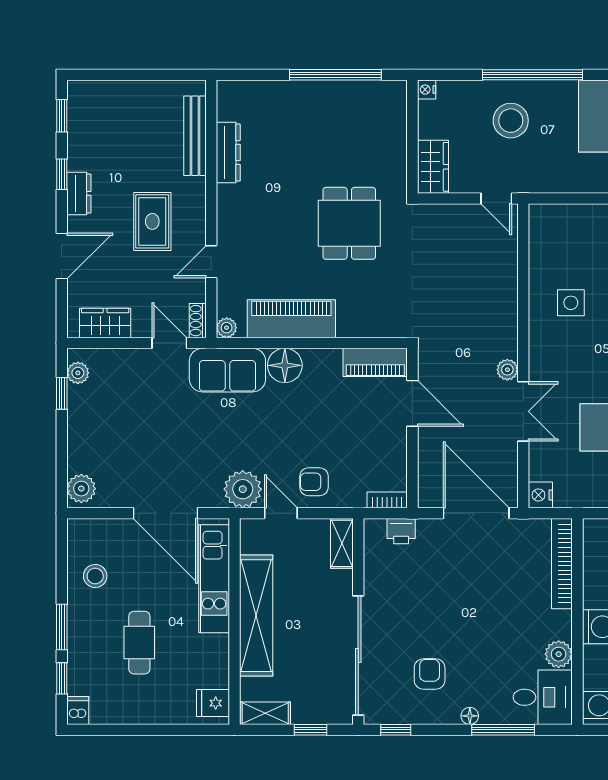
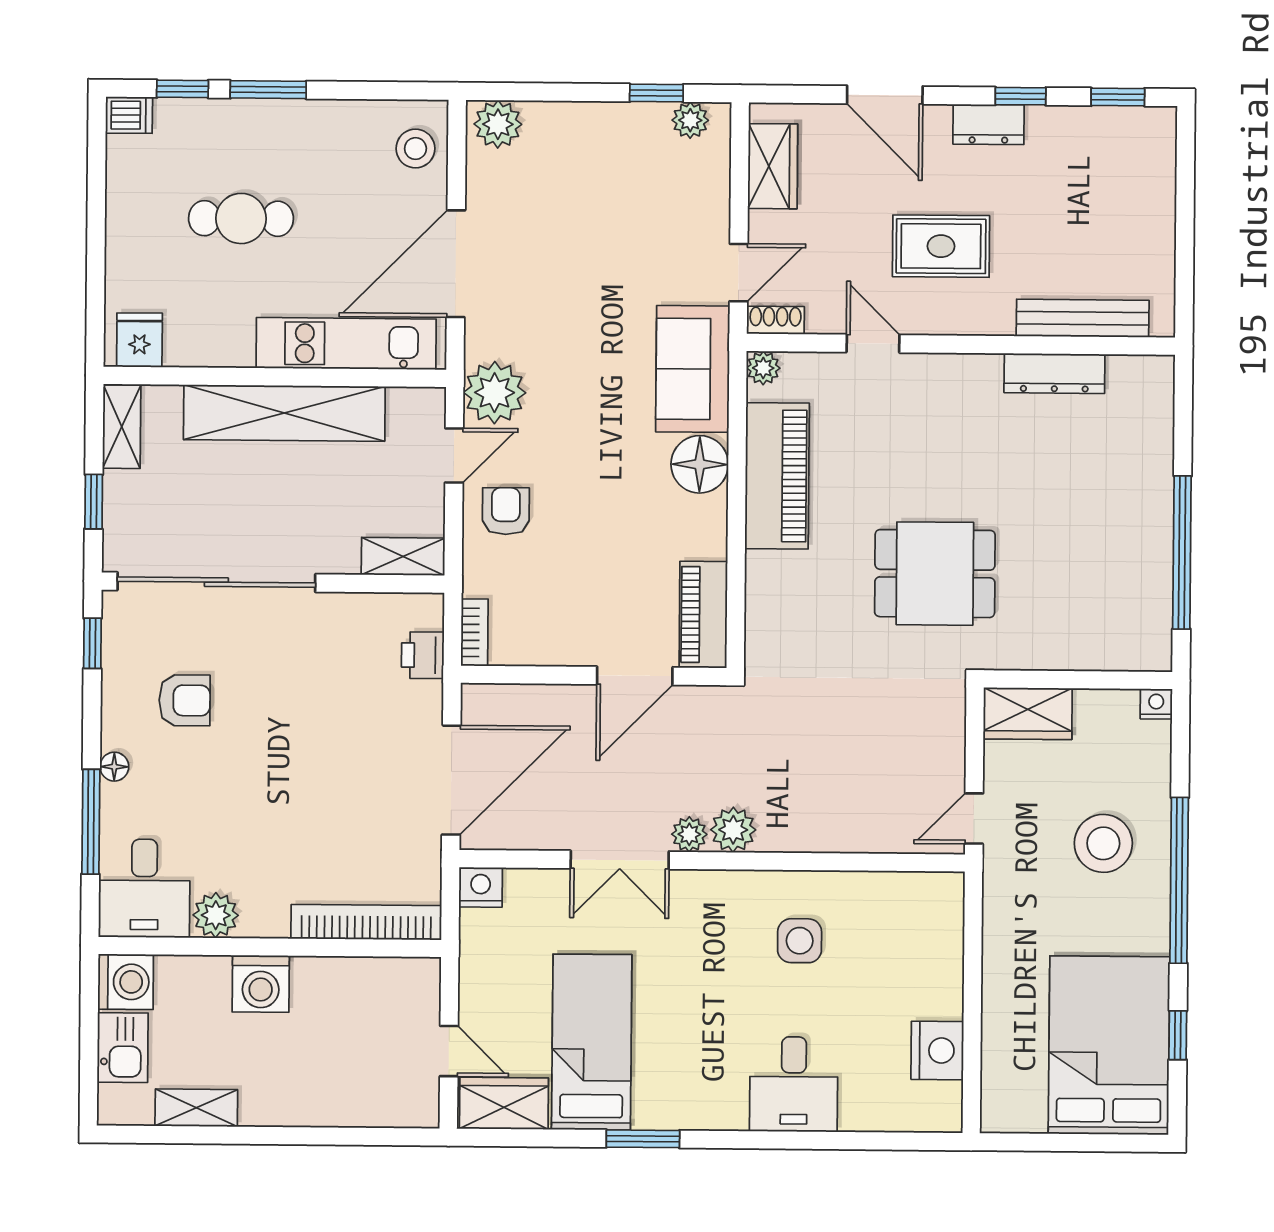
plant: (504, 343) -> (733, 830), added
stool: (95, 576) -> (415, 149), moved

